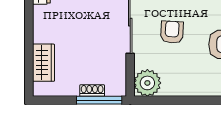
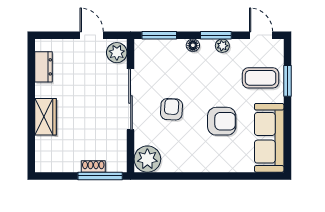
wardrobe: (43, 63) -> (46, 117), moved

